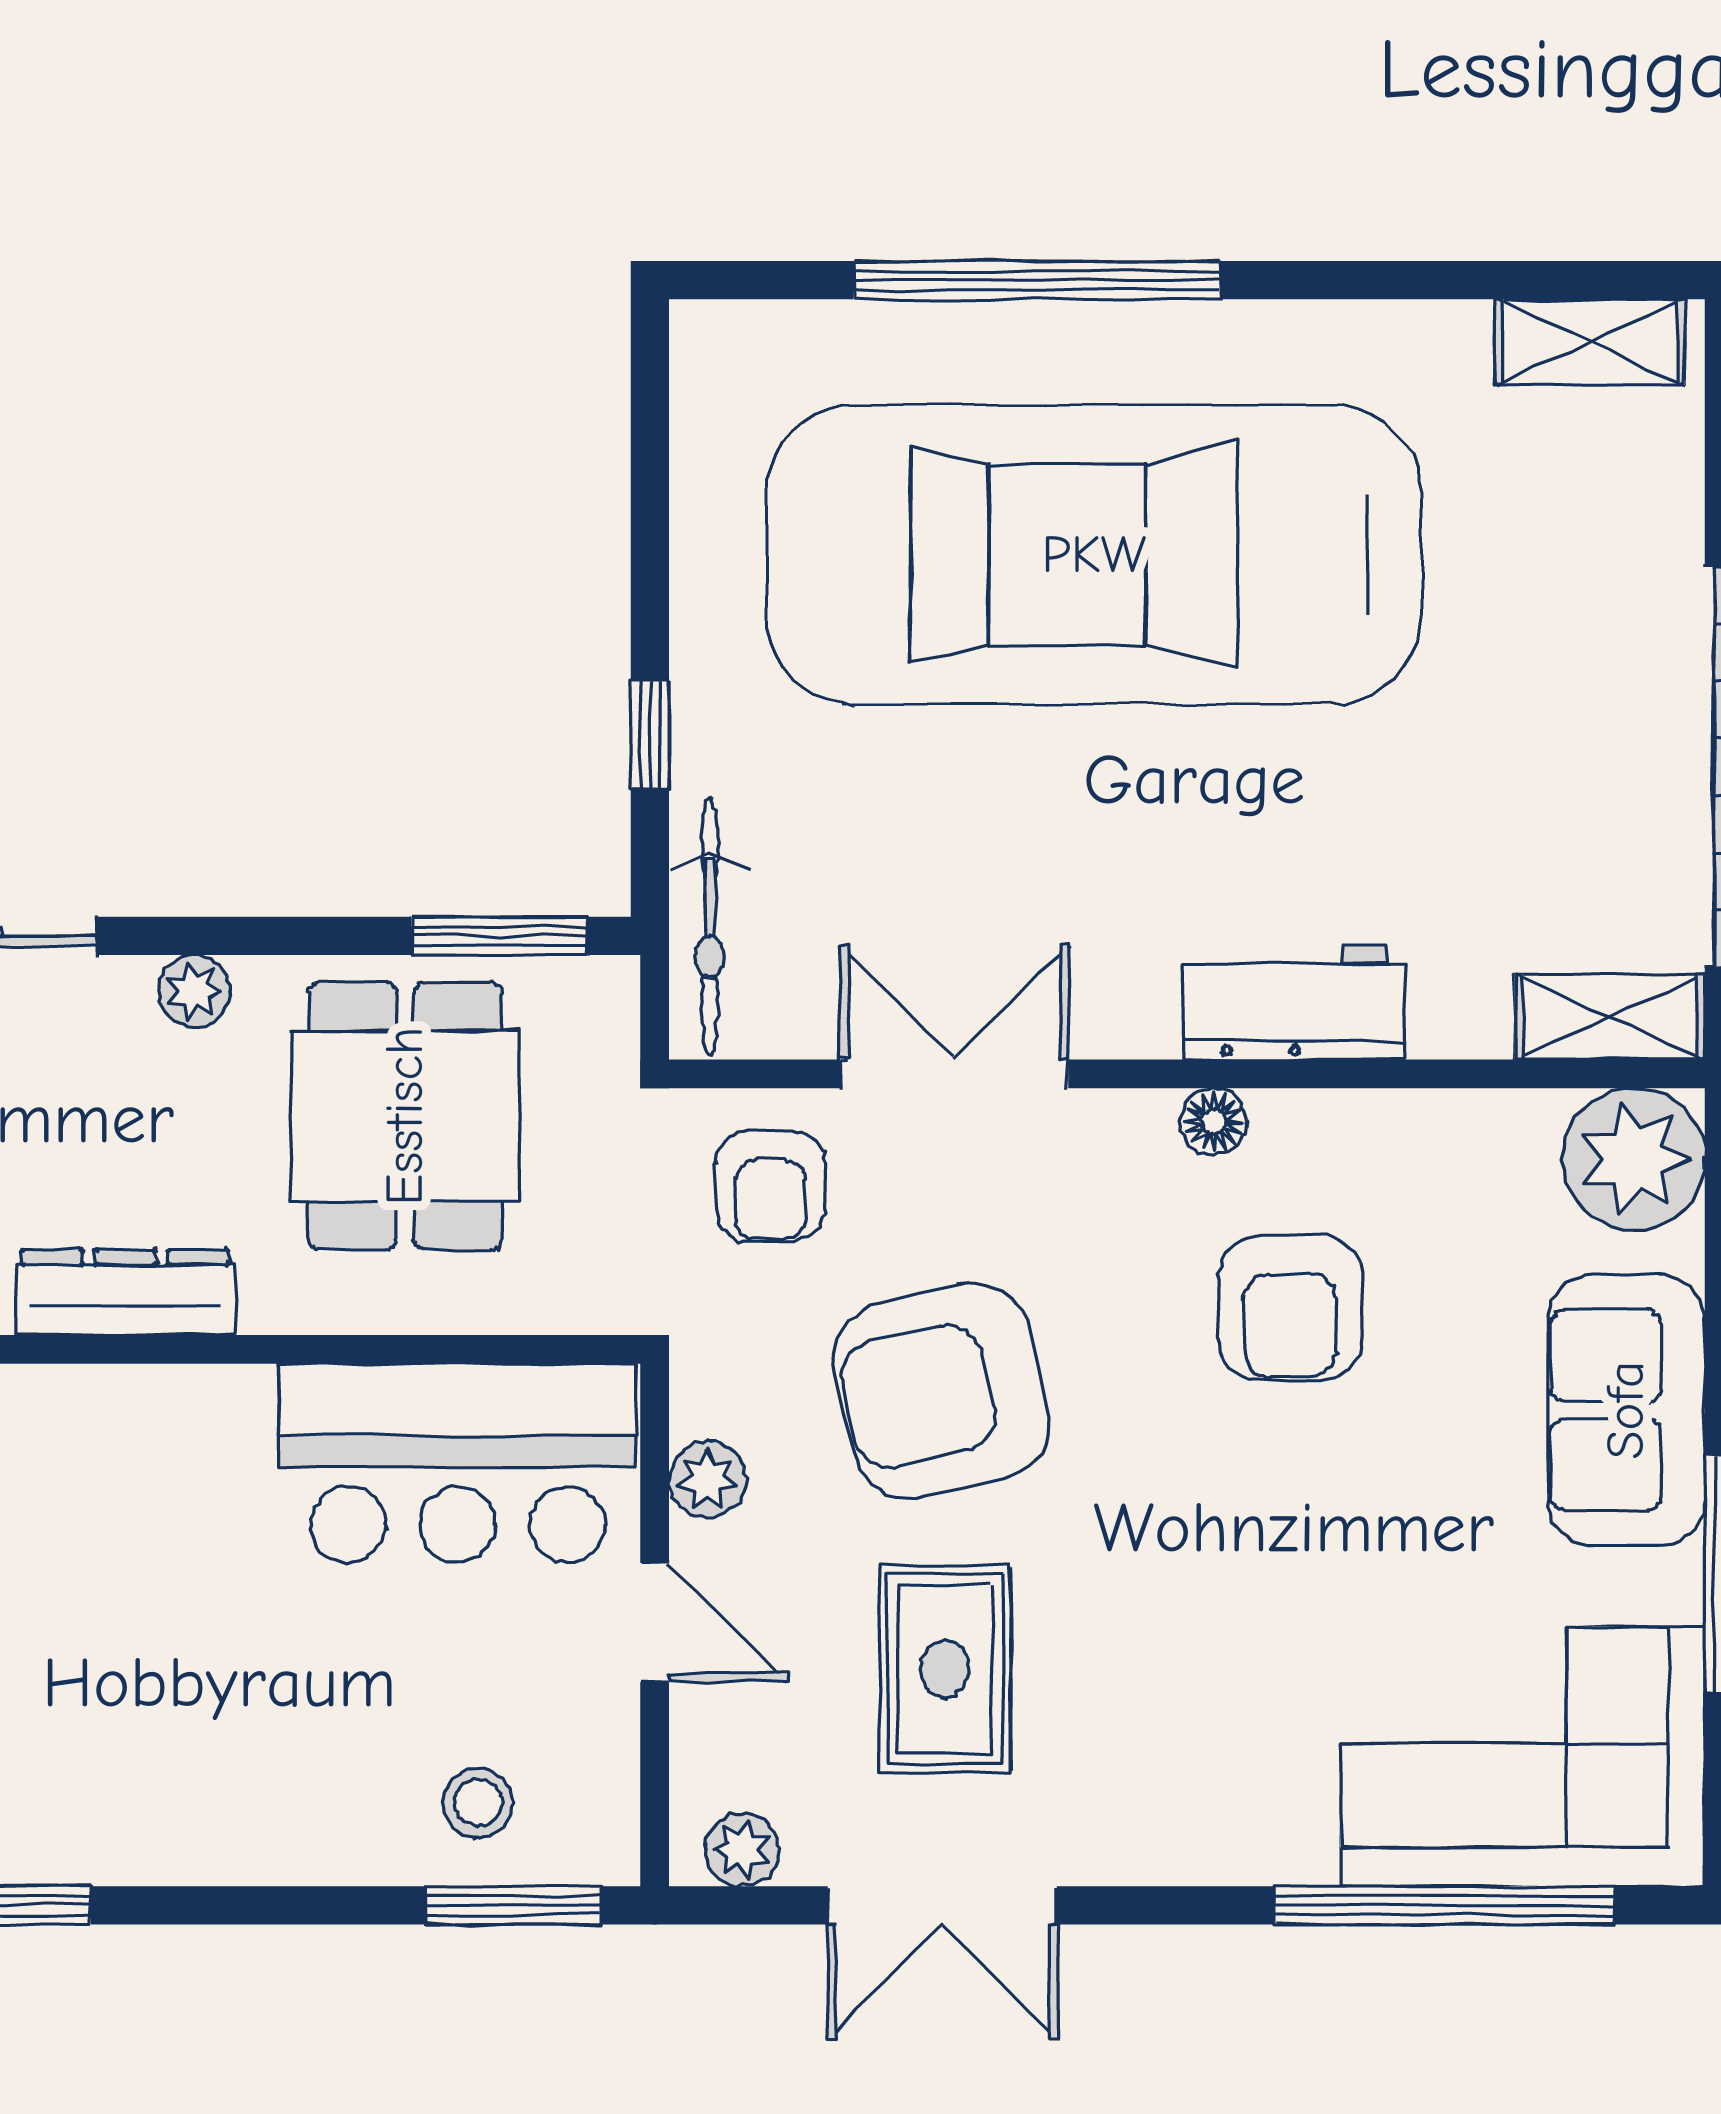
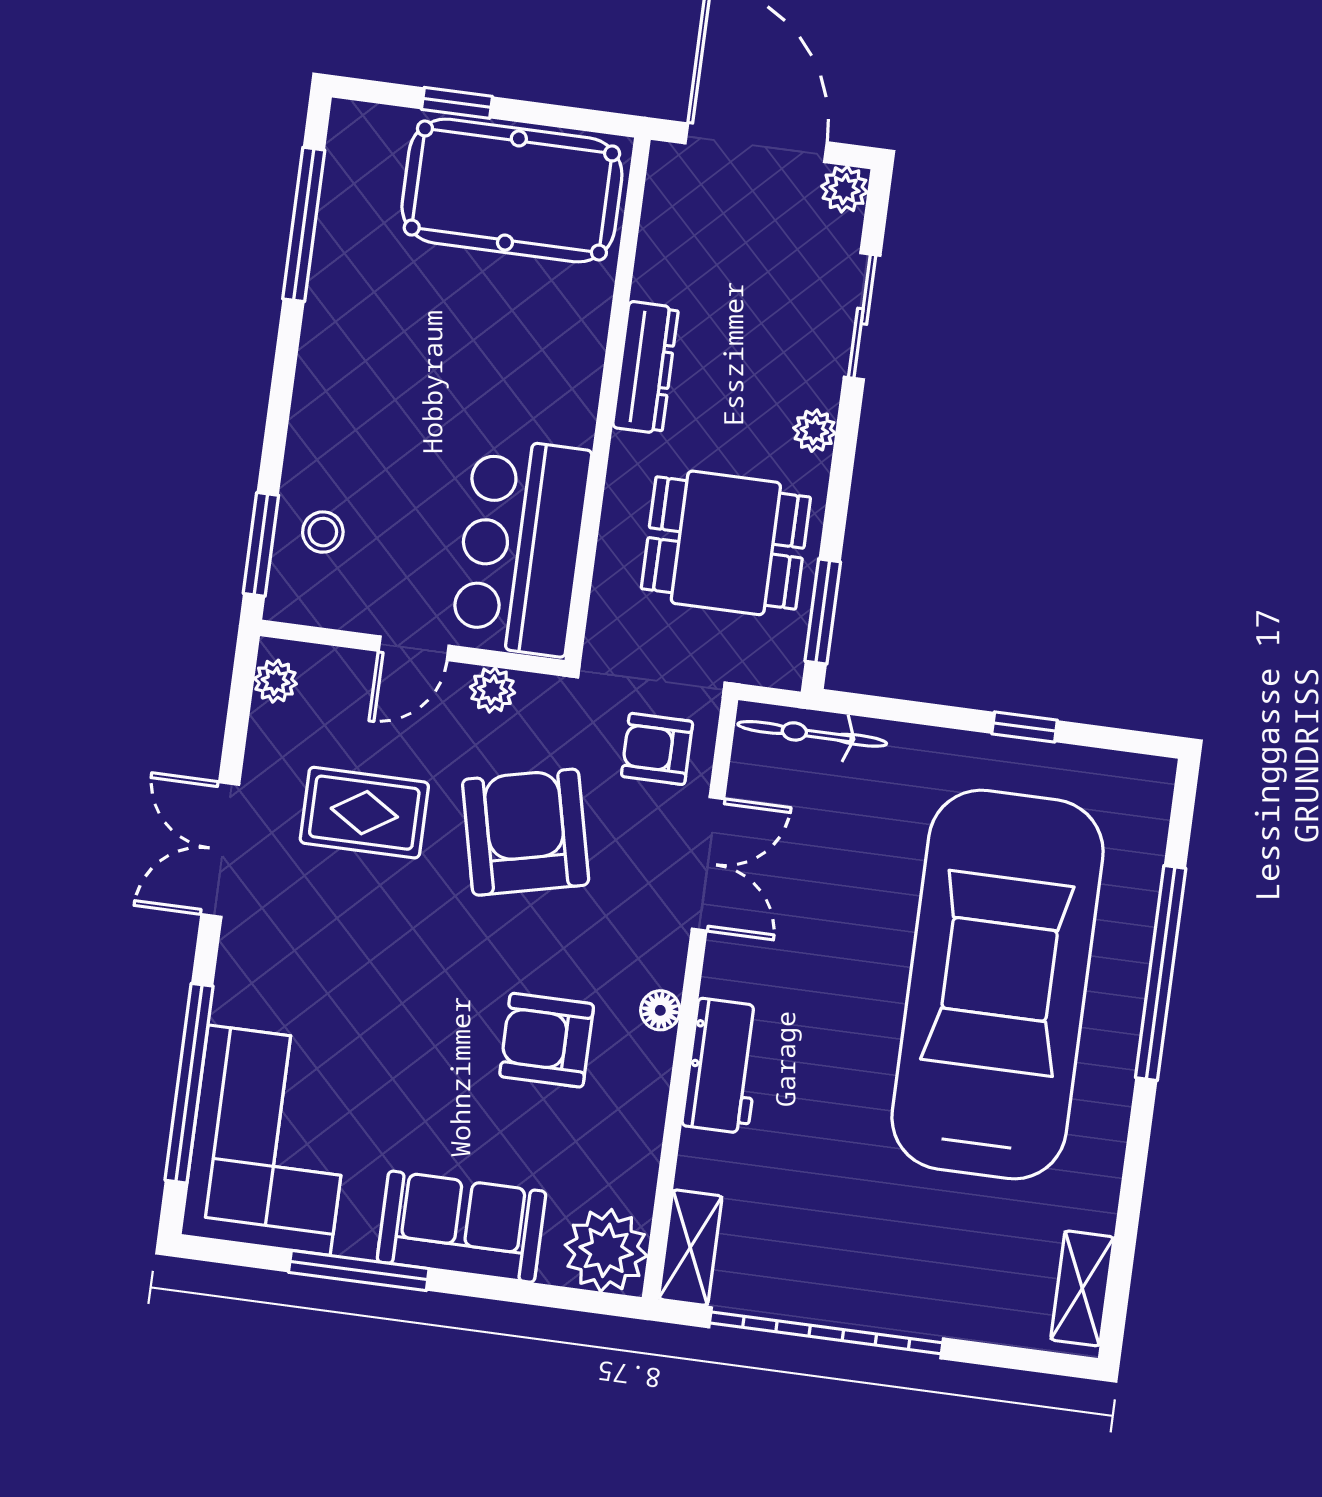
window: (650, 735) -> (1025, 727), moved
double door: (942, 1905) -> (220, 849), moved

